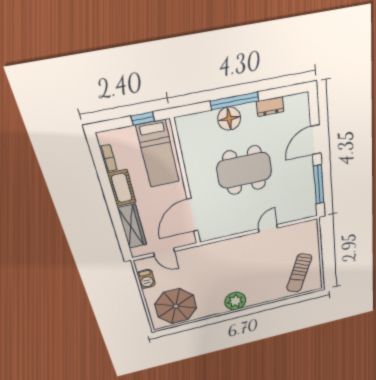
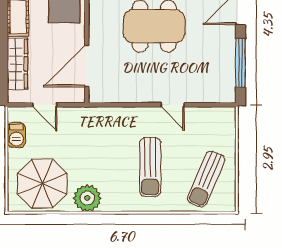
door: (268, 228) -> (173, 105), swing flipped
sun lounger: (257, 275) -> (150, 167), added
plant: (235, 301) -> (87, 198), moved

